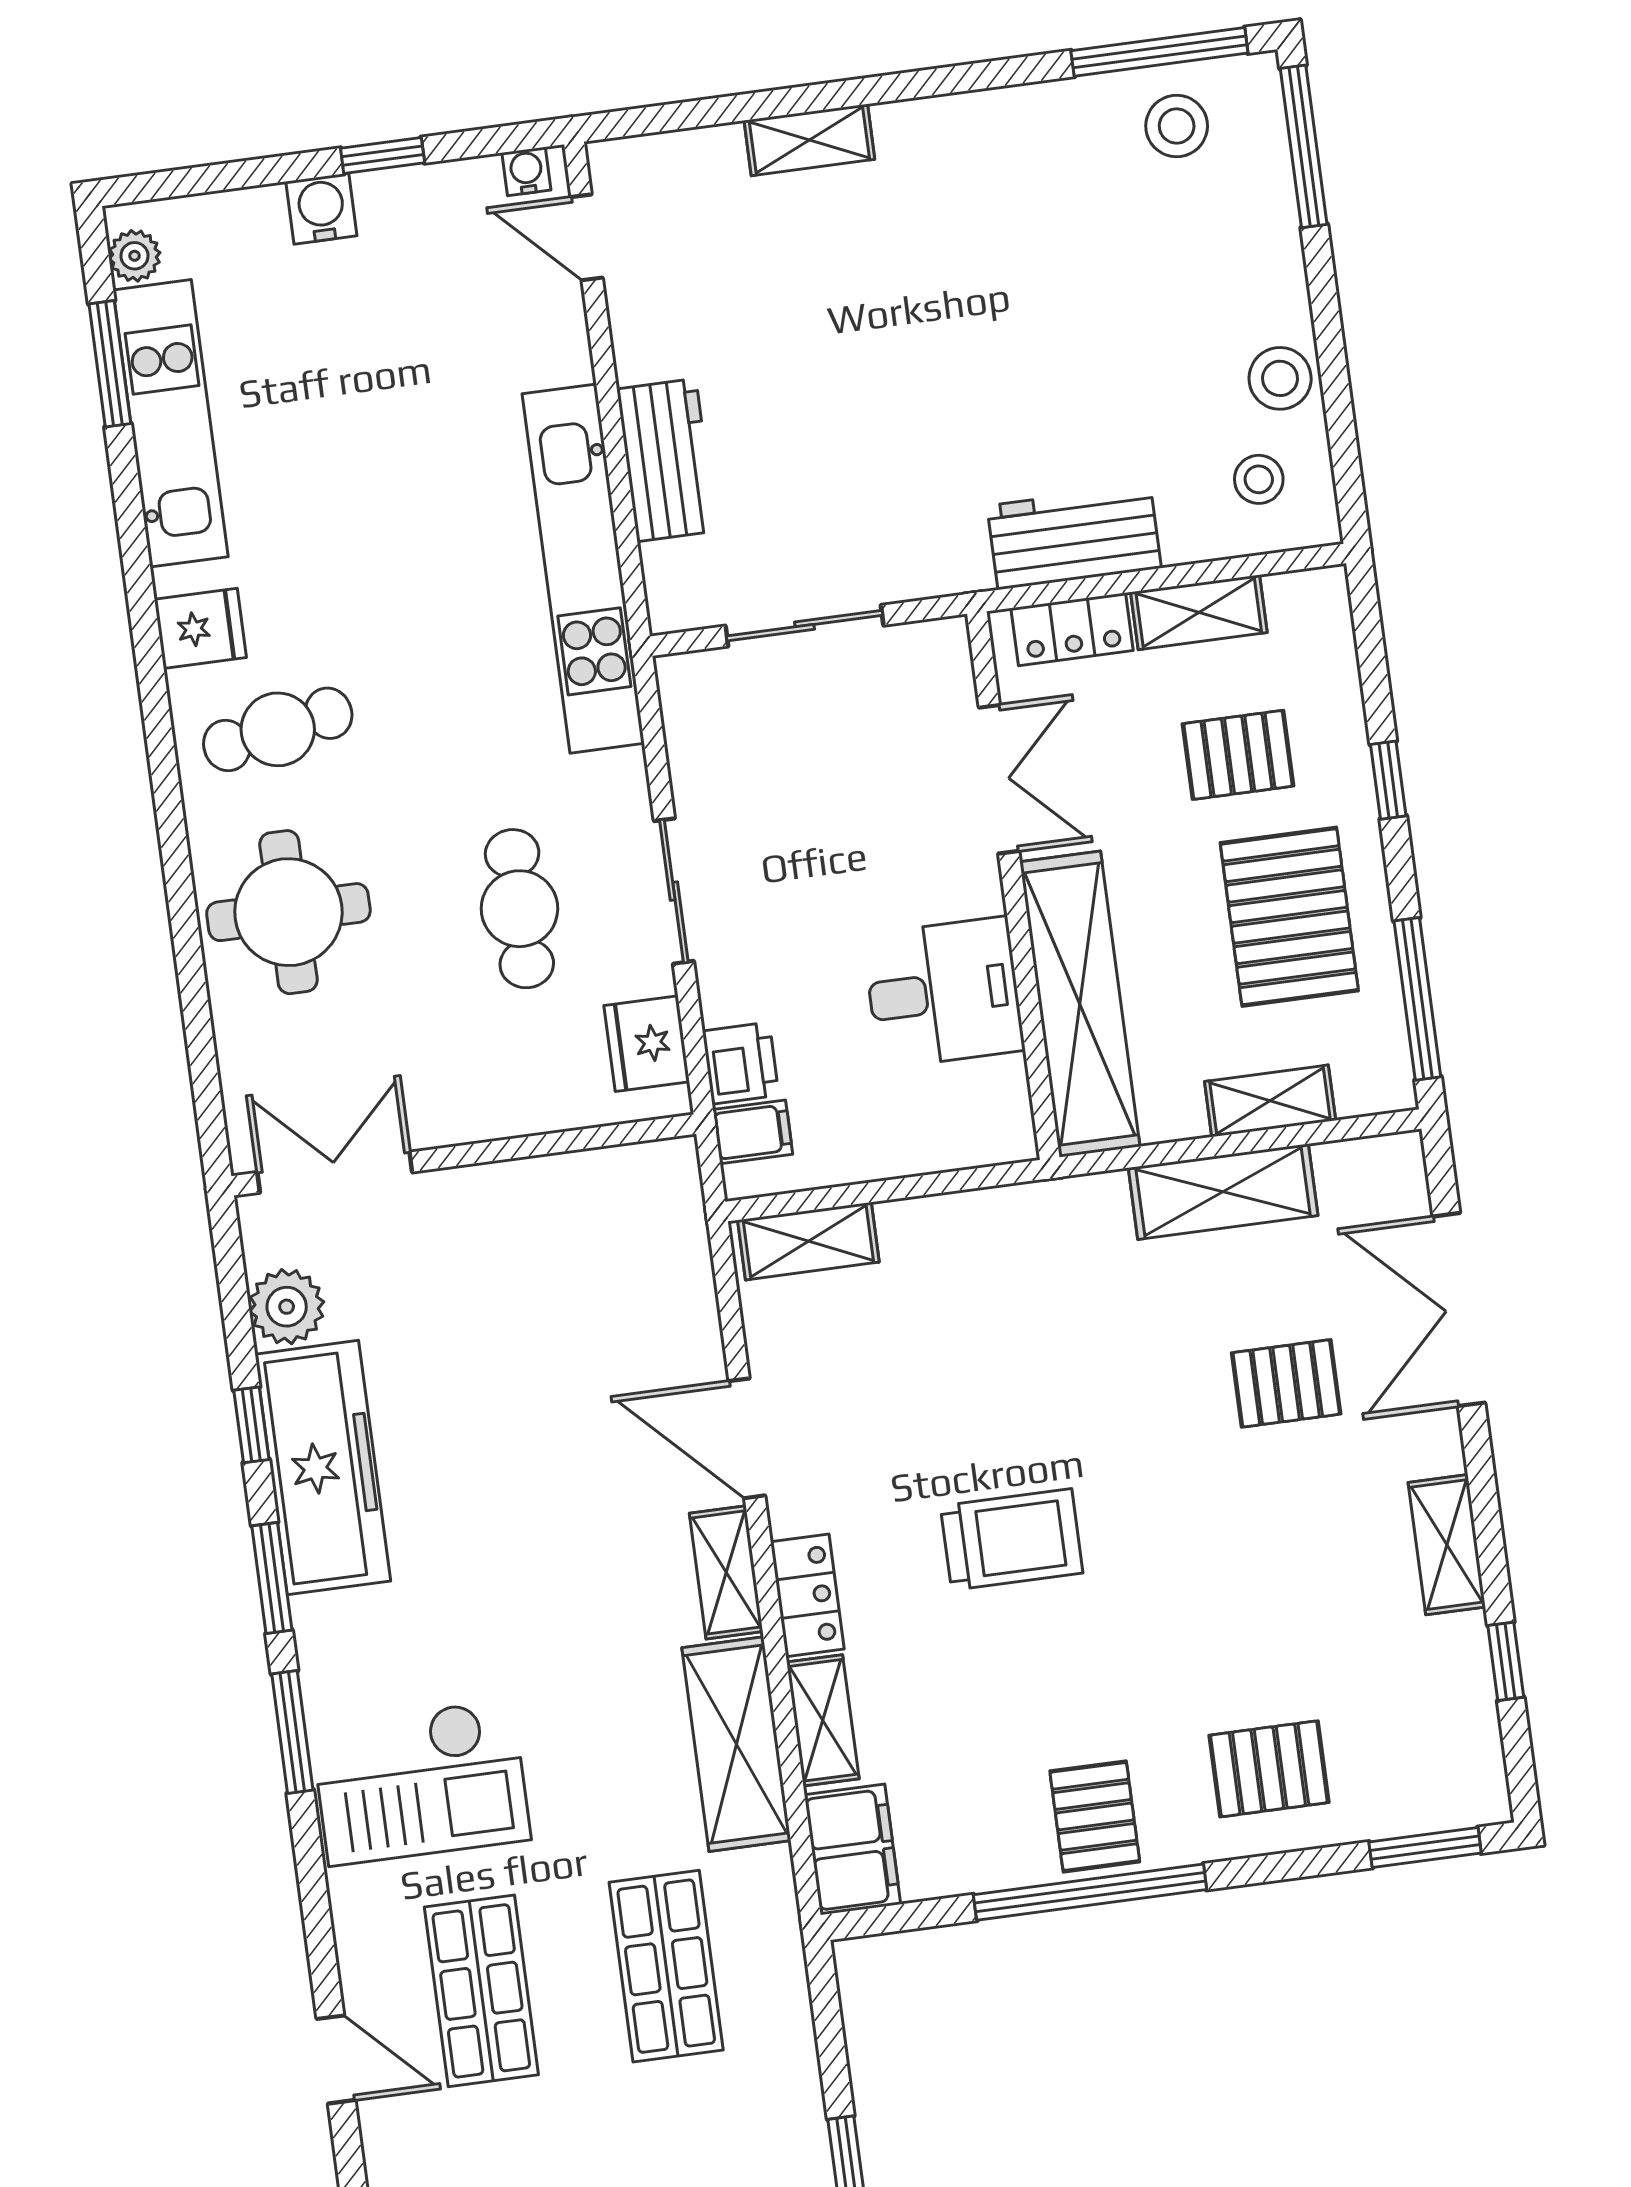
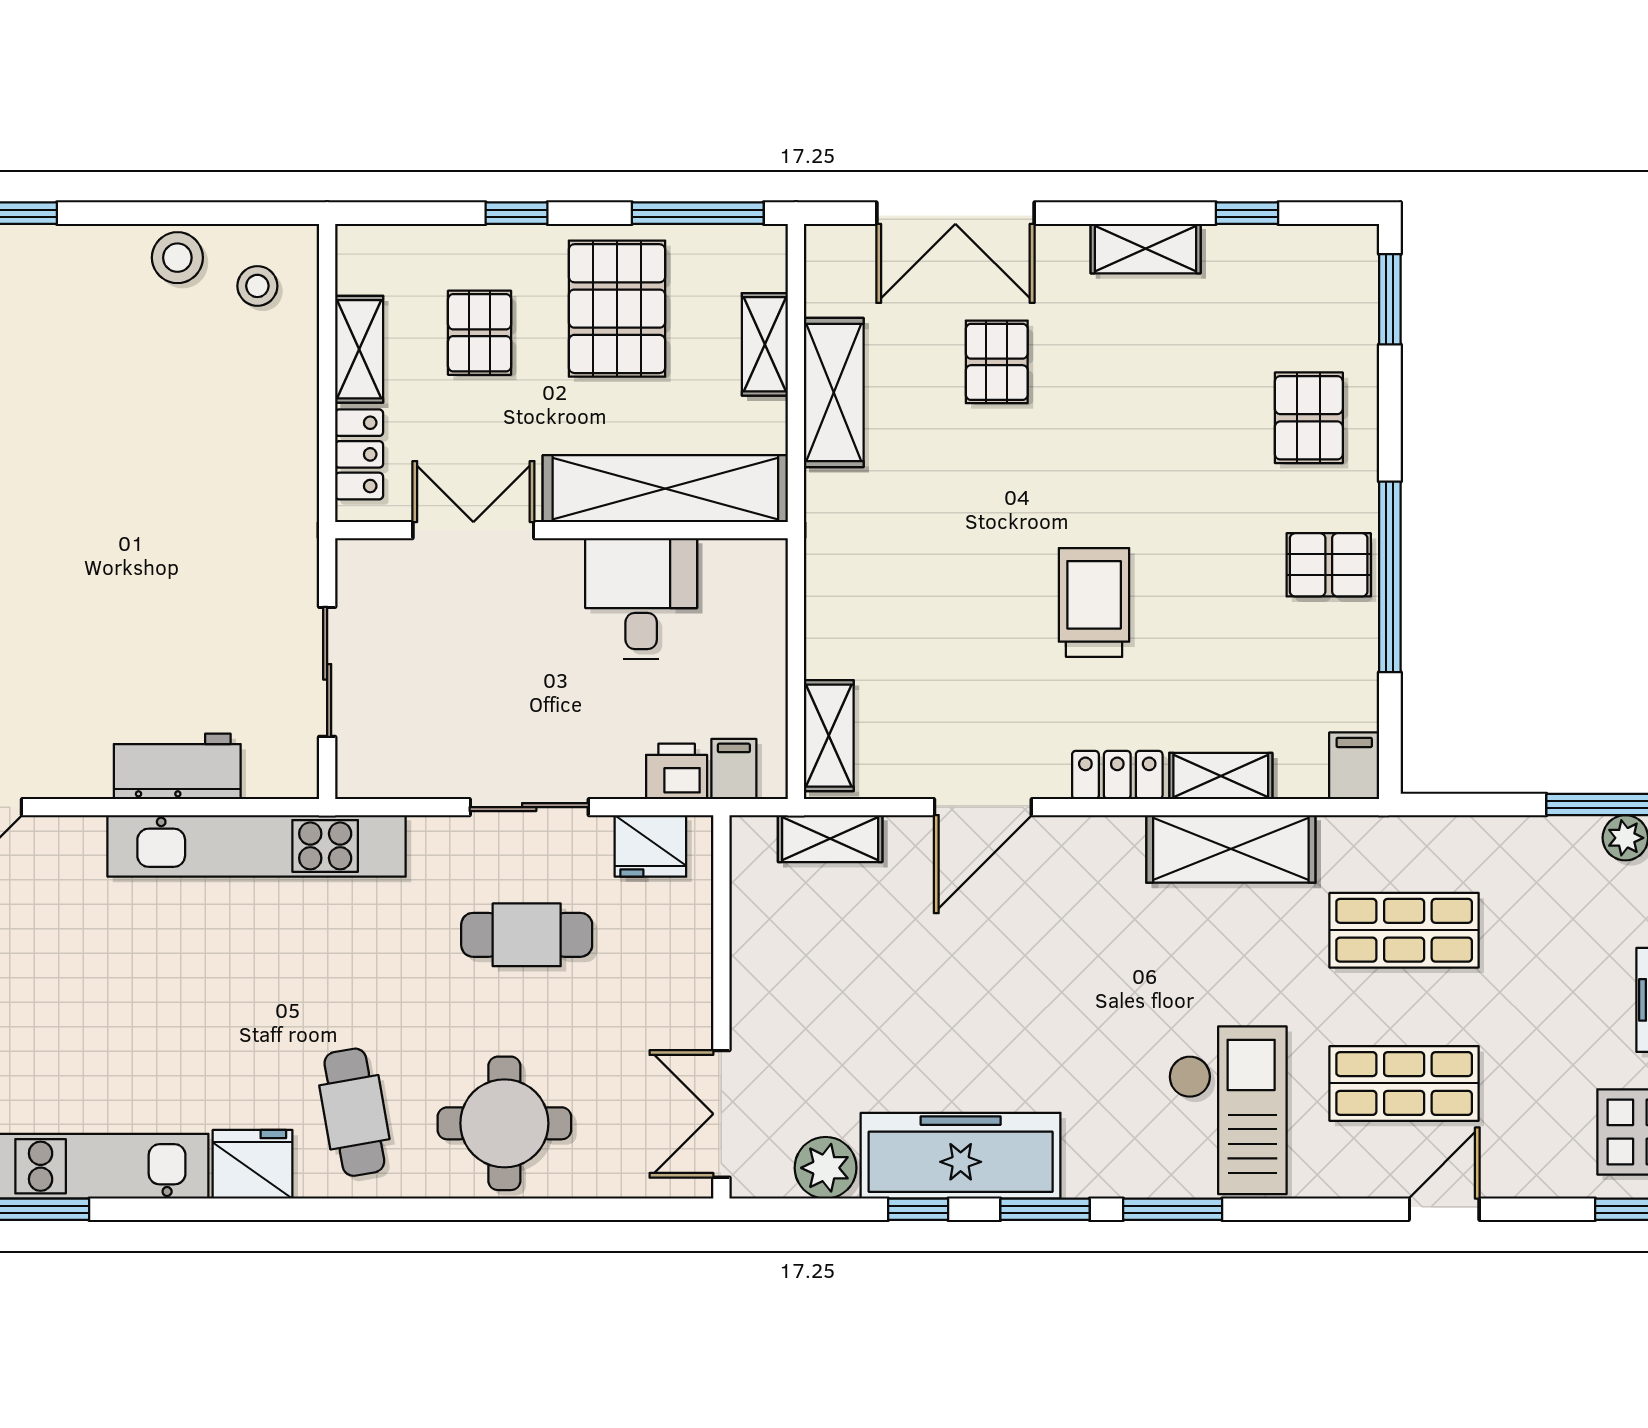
workbench: (1074, 537) -> (284, 443), removed
fridge: (200, 628) -> (253, 1164), width x1.38
pallet: (1289, 917) -> (617, 309), turned 90
shelving: (726, 1572) -> (830, 839), moved
filing cabinet: (852, 1849) -> (1354, 766), width x0.50

